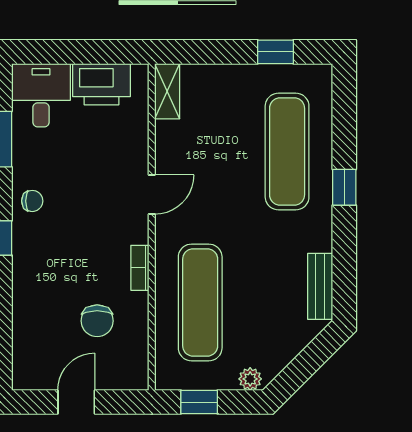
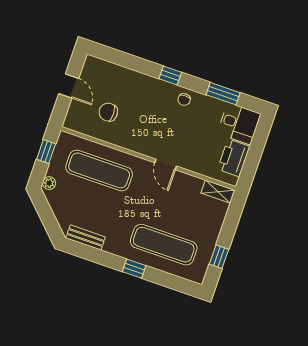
bookcase: (140, 268) -> (129, 145), removed

